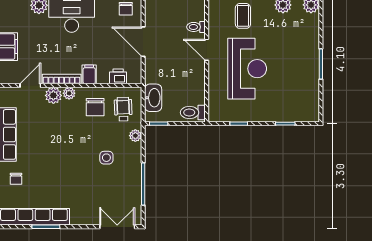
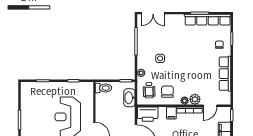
printer: (118, 76) -> (148, 114), width x1.87, depth x1.48

